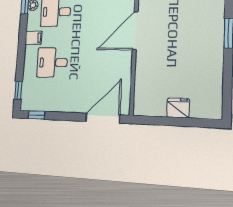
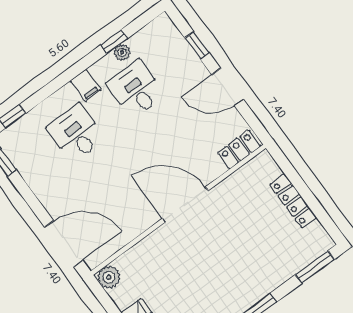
plant: (141, 107) -> (109, 277), added

